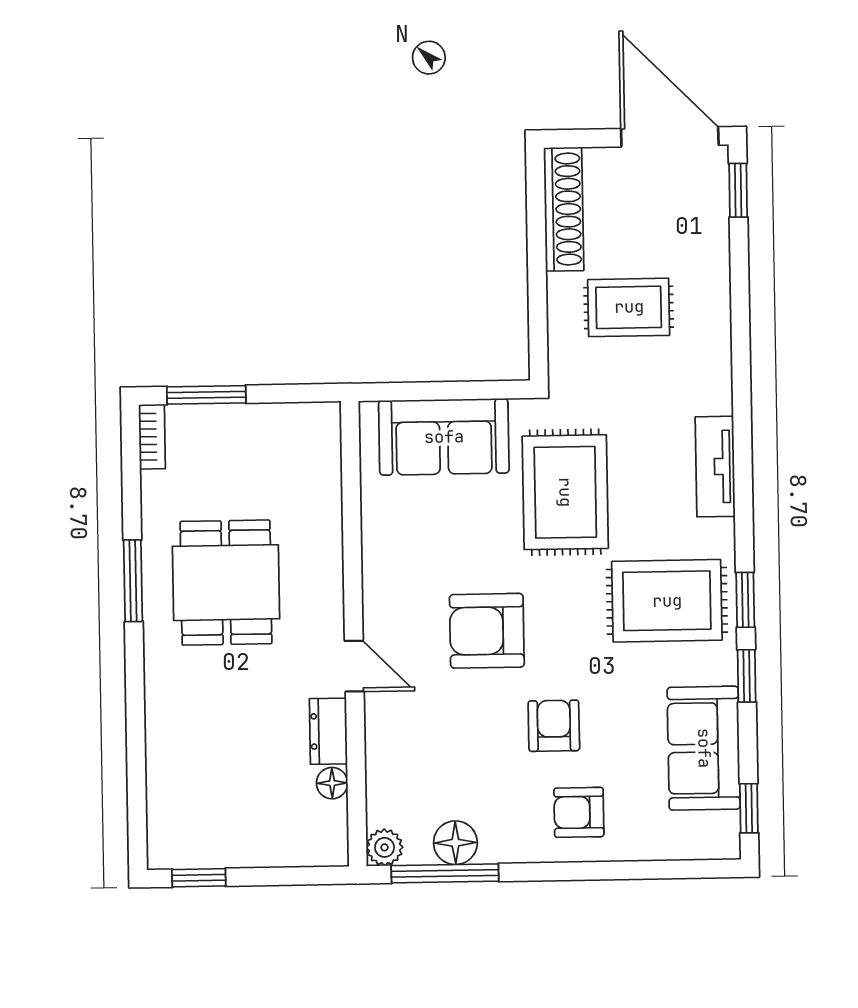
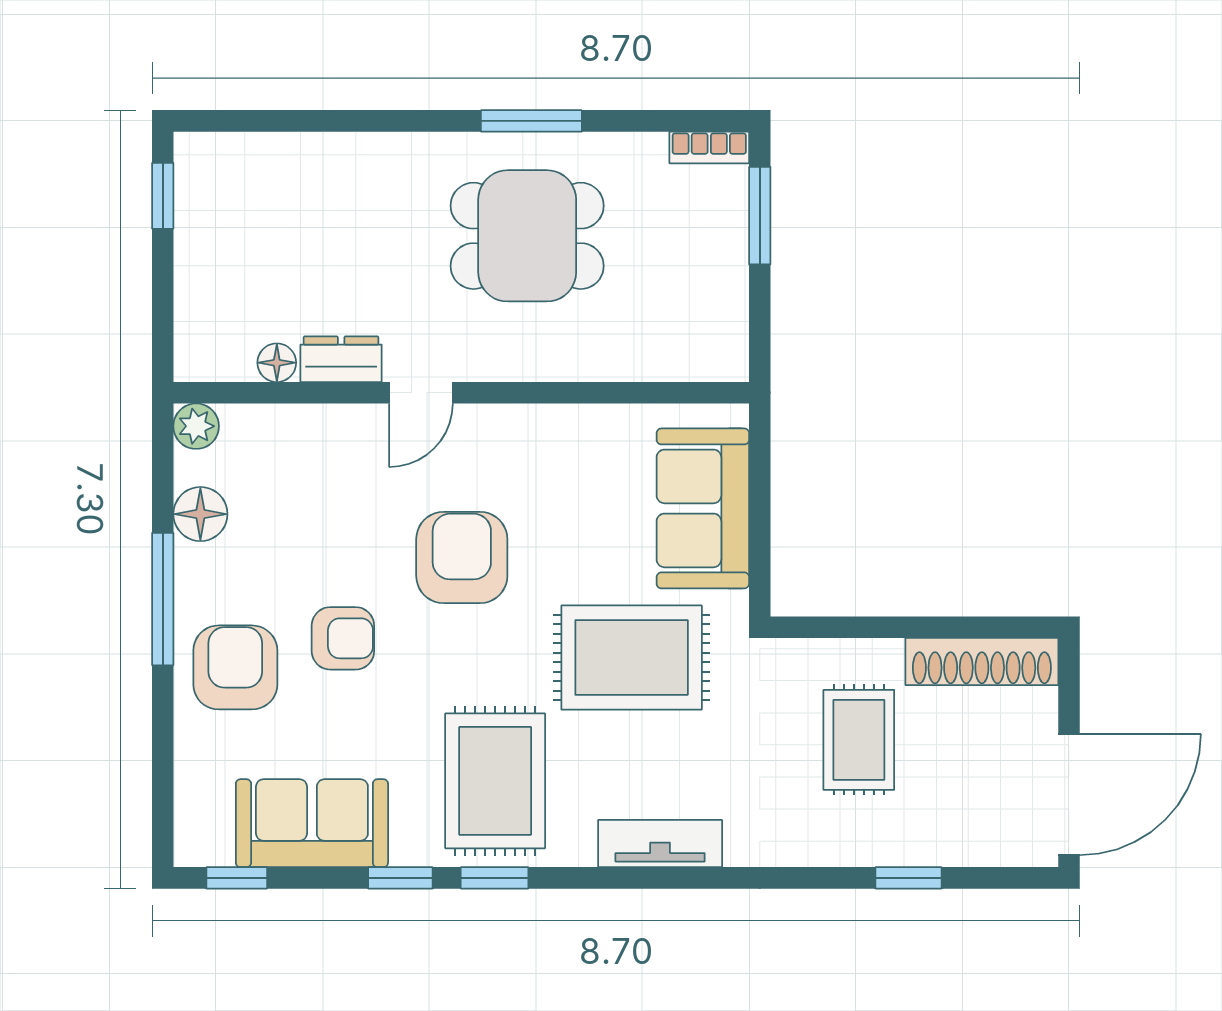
window: (738, 190) -> (908, 878), moved
armchair: (579, 812) -> (235, 667), width x1.38, depth x1.38
window: (445, 873) -> (163, 599), moved

